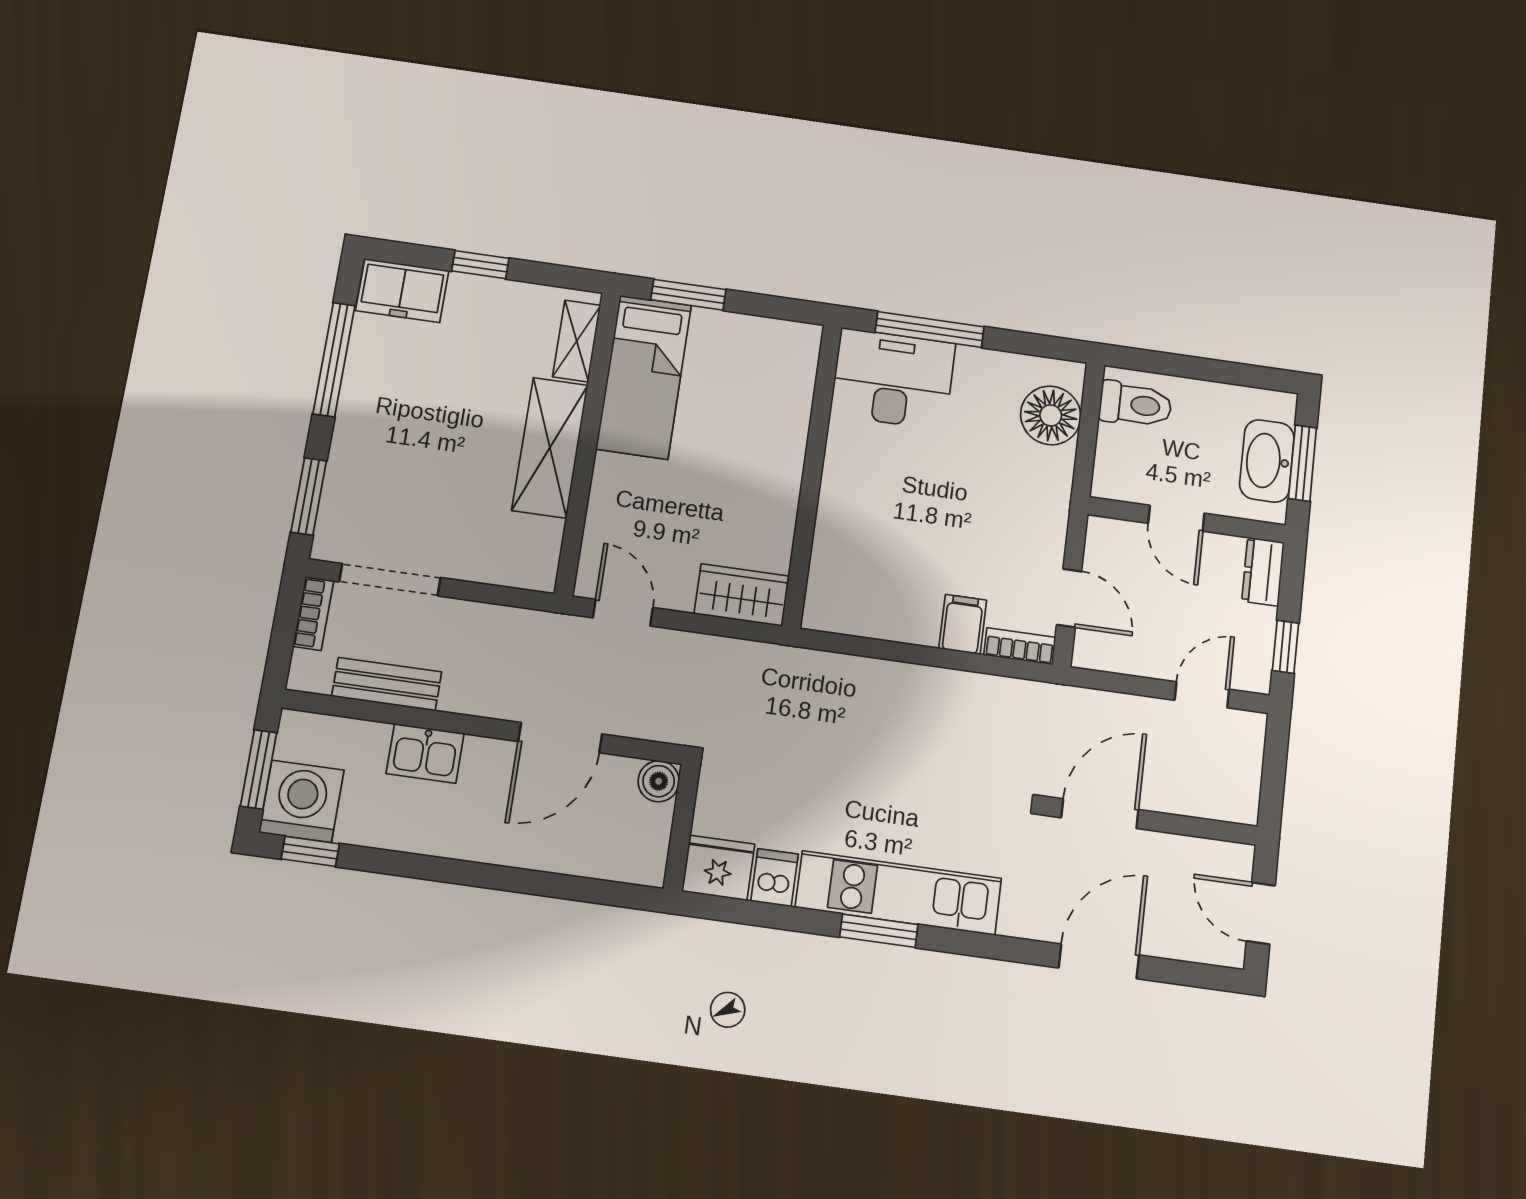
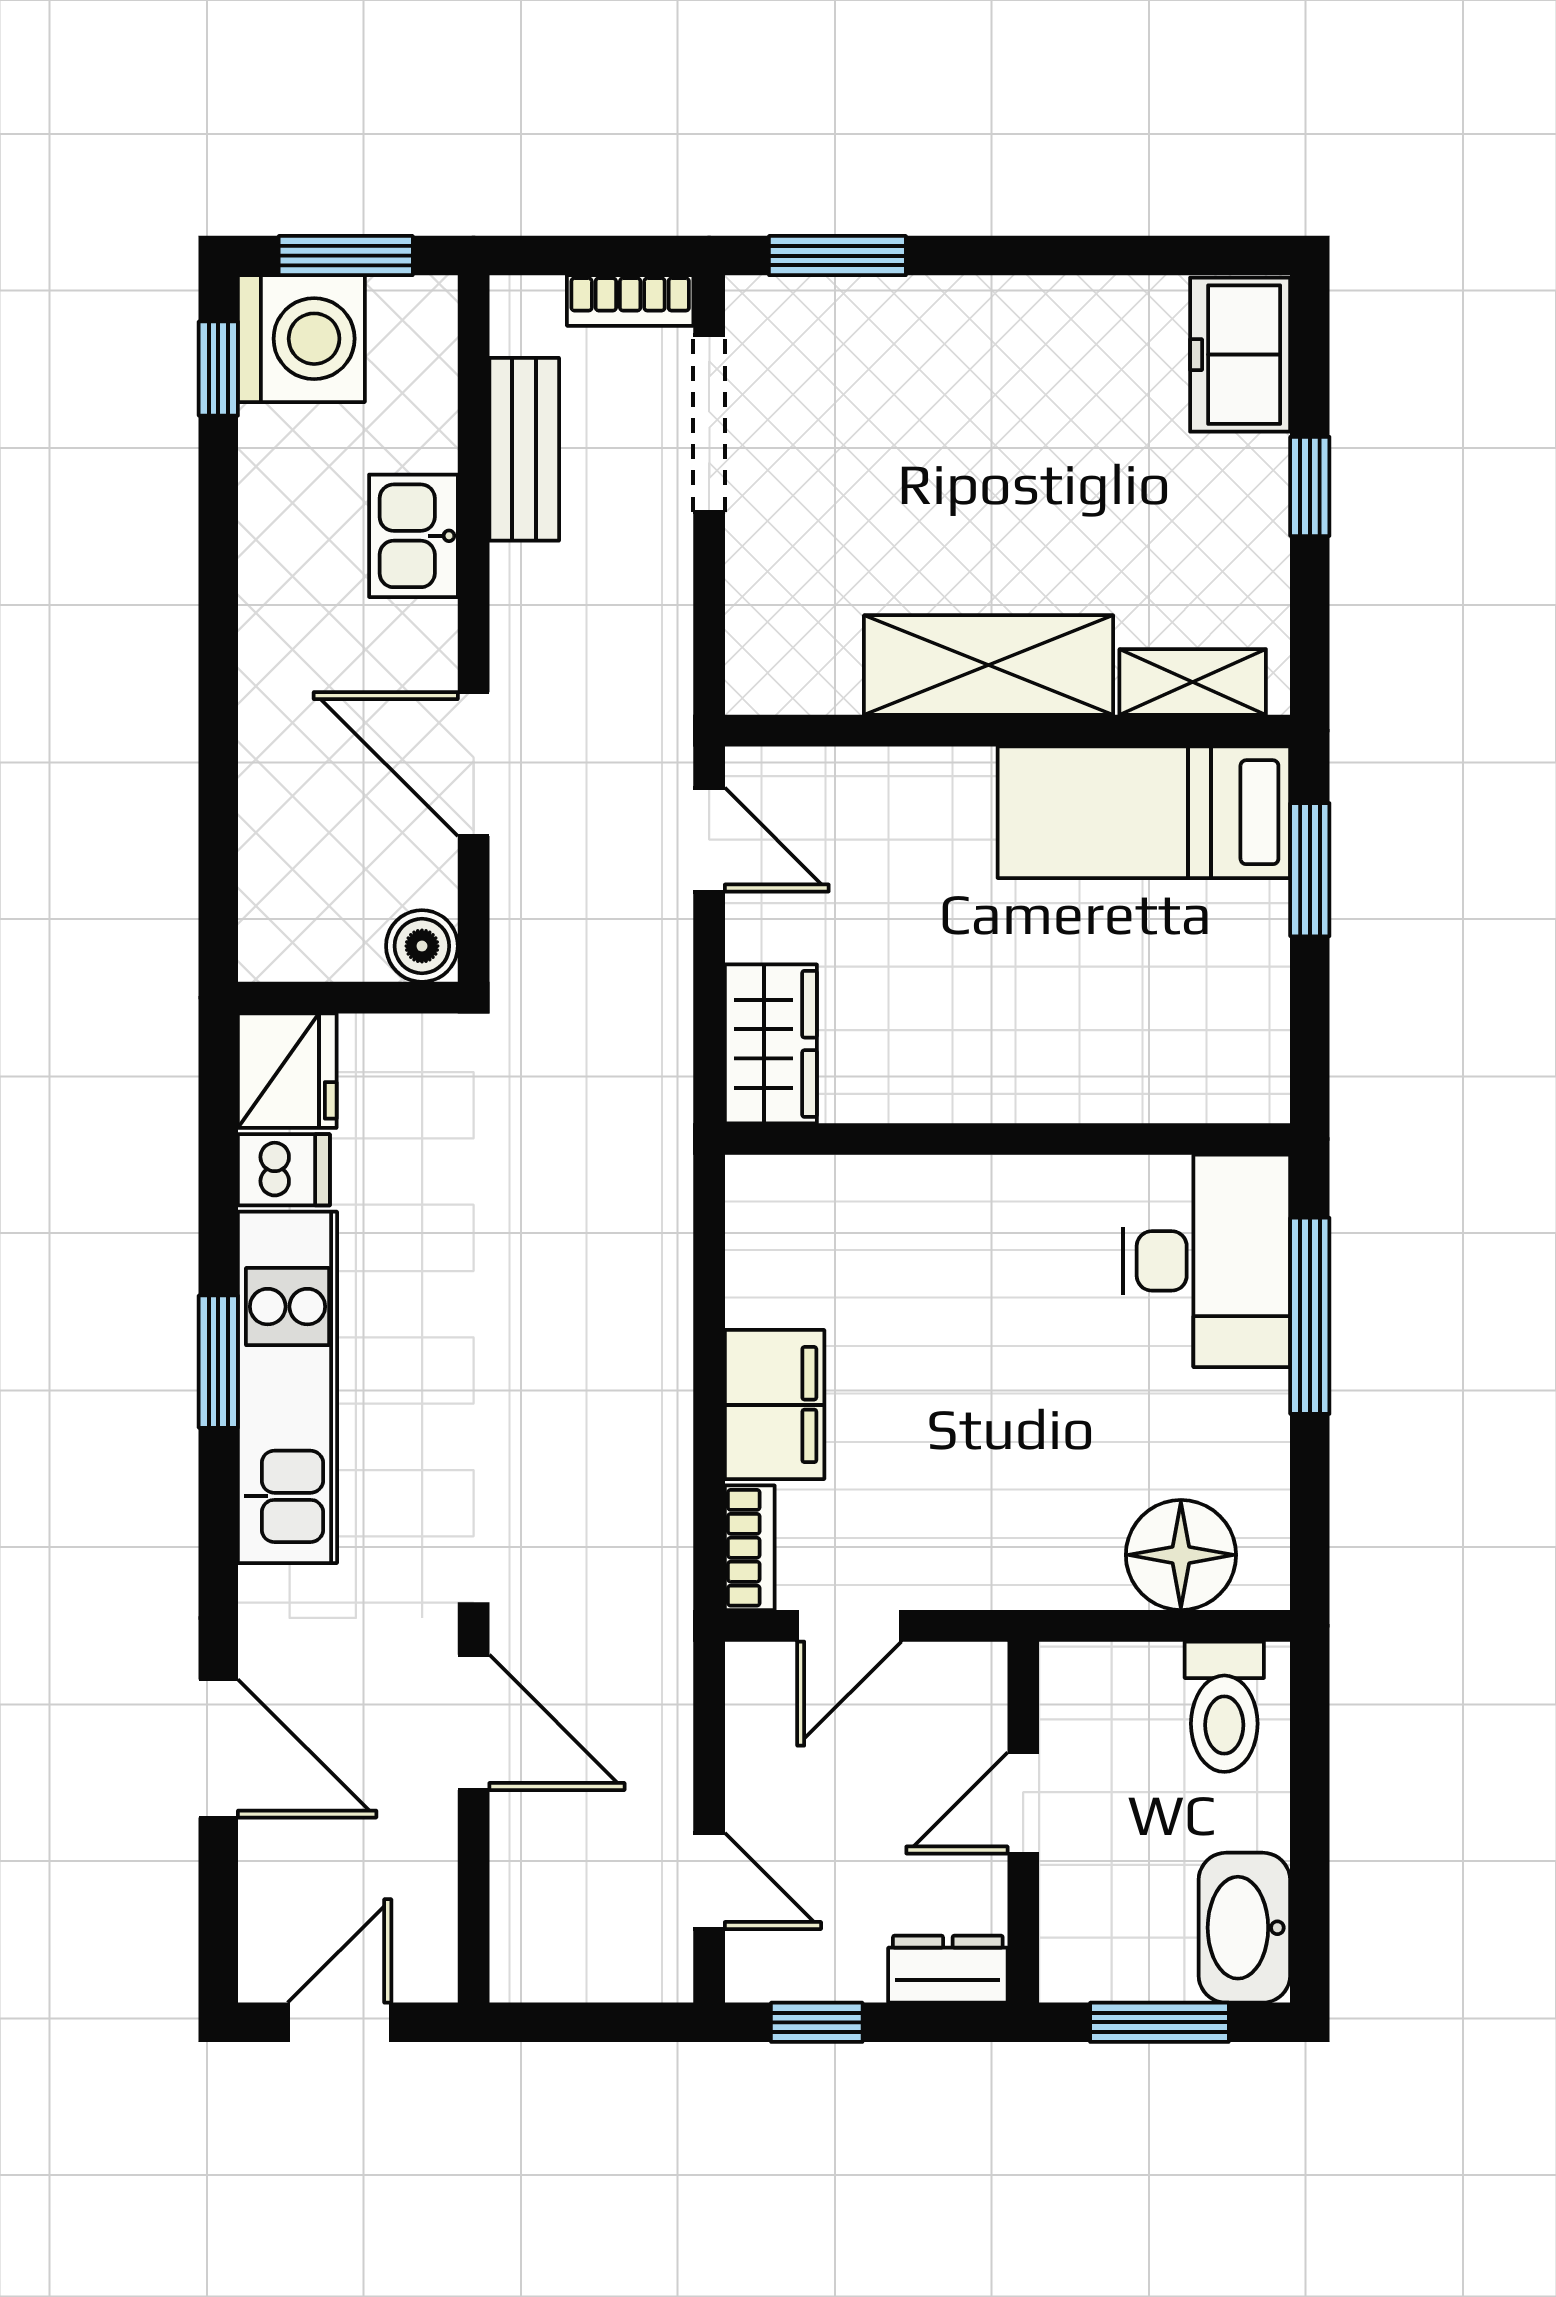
window: (334, 360) -> (1093, 256), removed
washbasin: (1267, 461) -> (1244, 1928), moved, turned -90
door: (623, 613) -> (709, 840), hinge flipped
filing cabinet: (963, 624) -> (775, 1405), width x2.00

